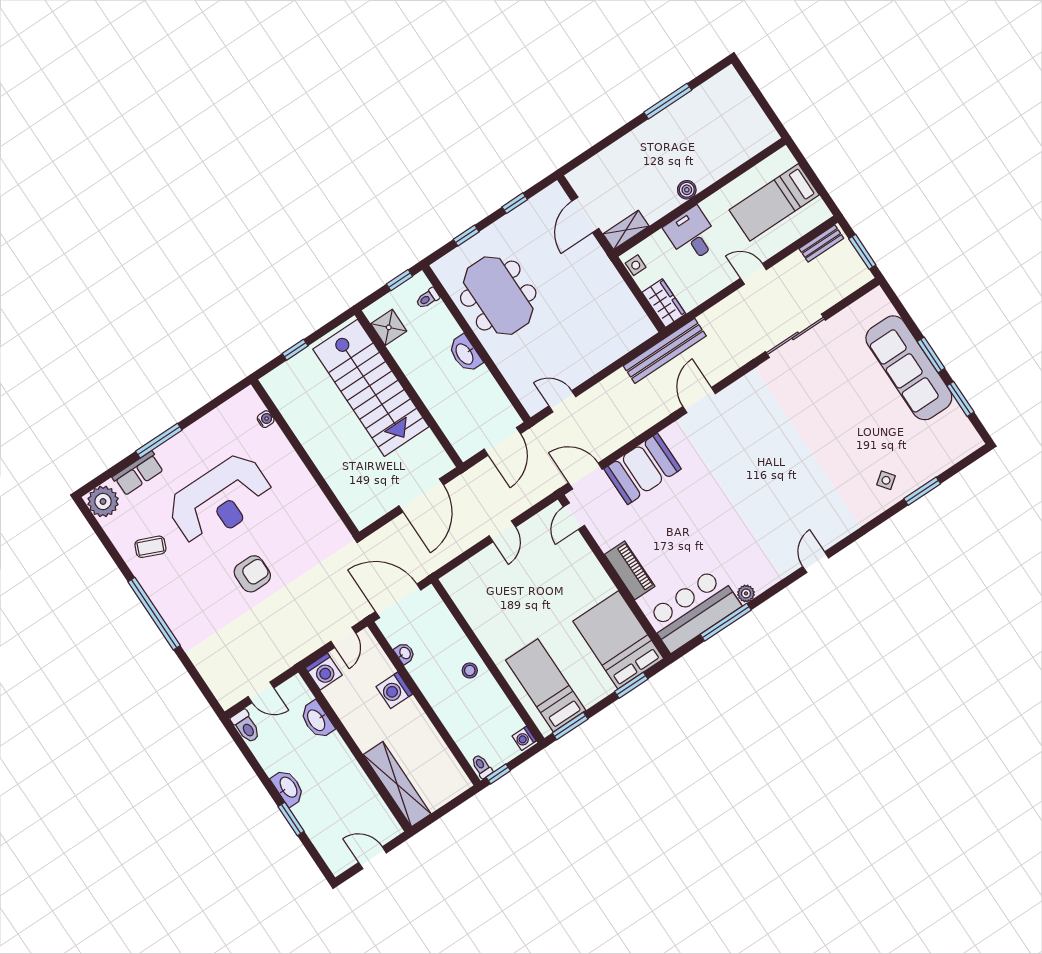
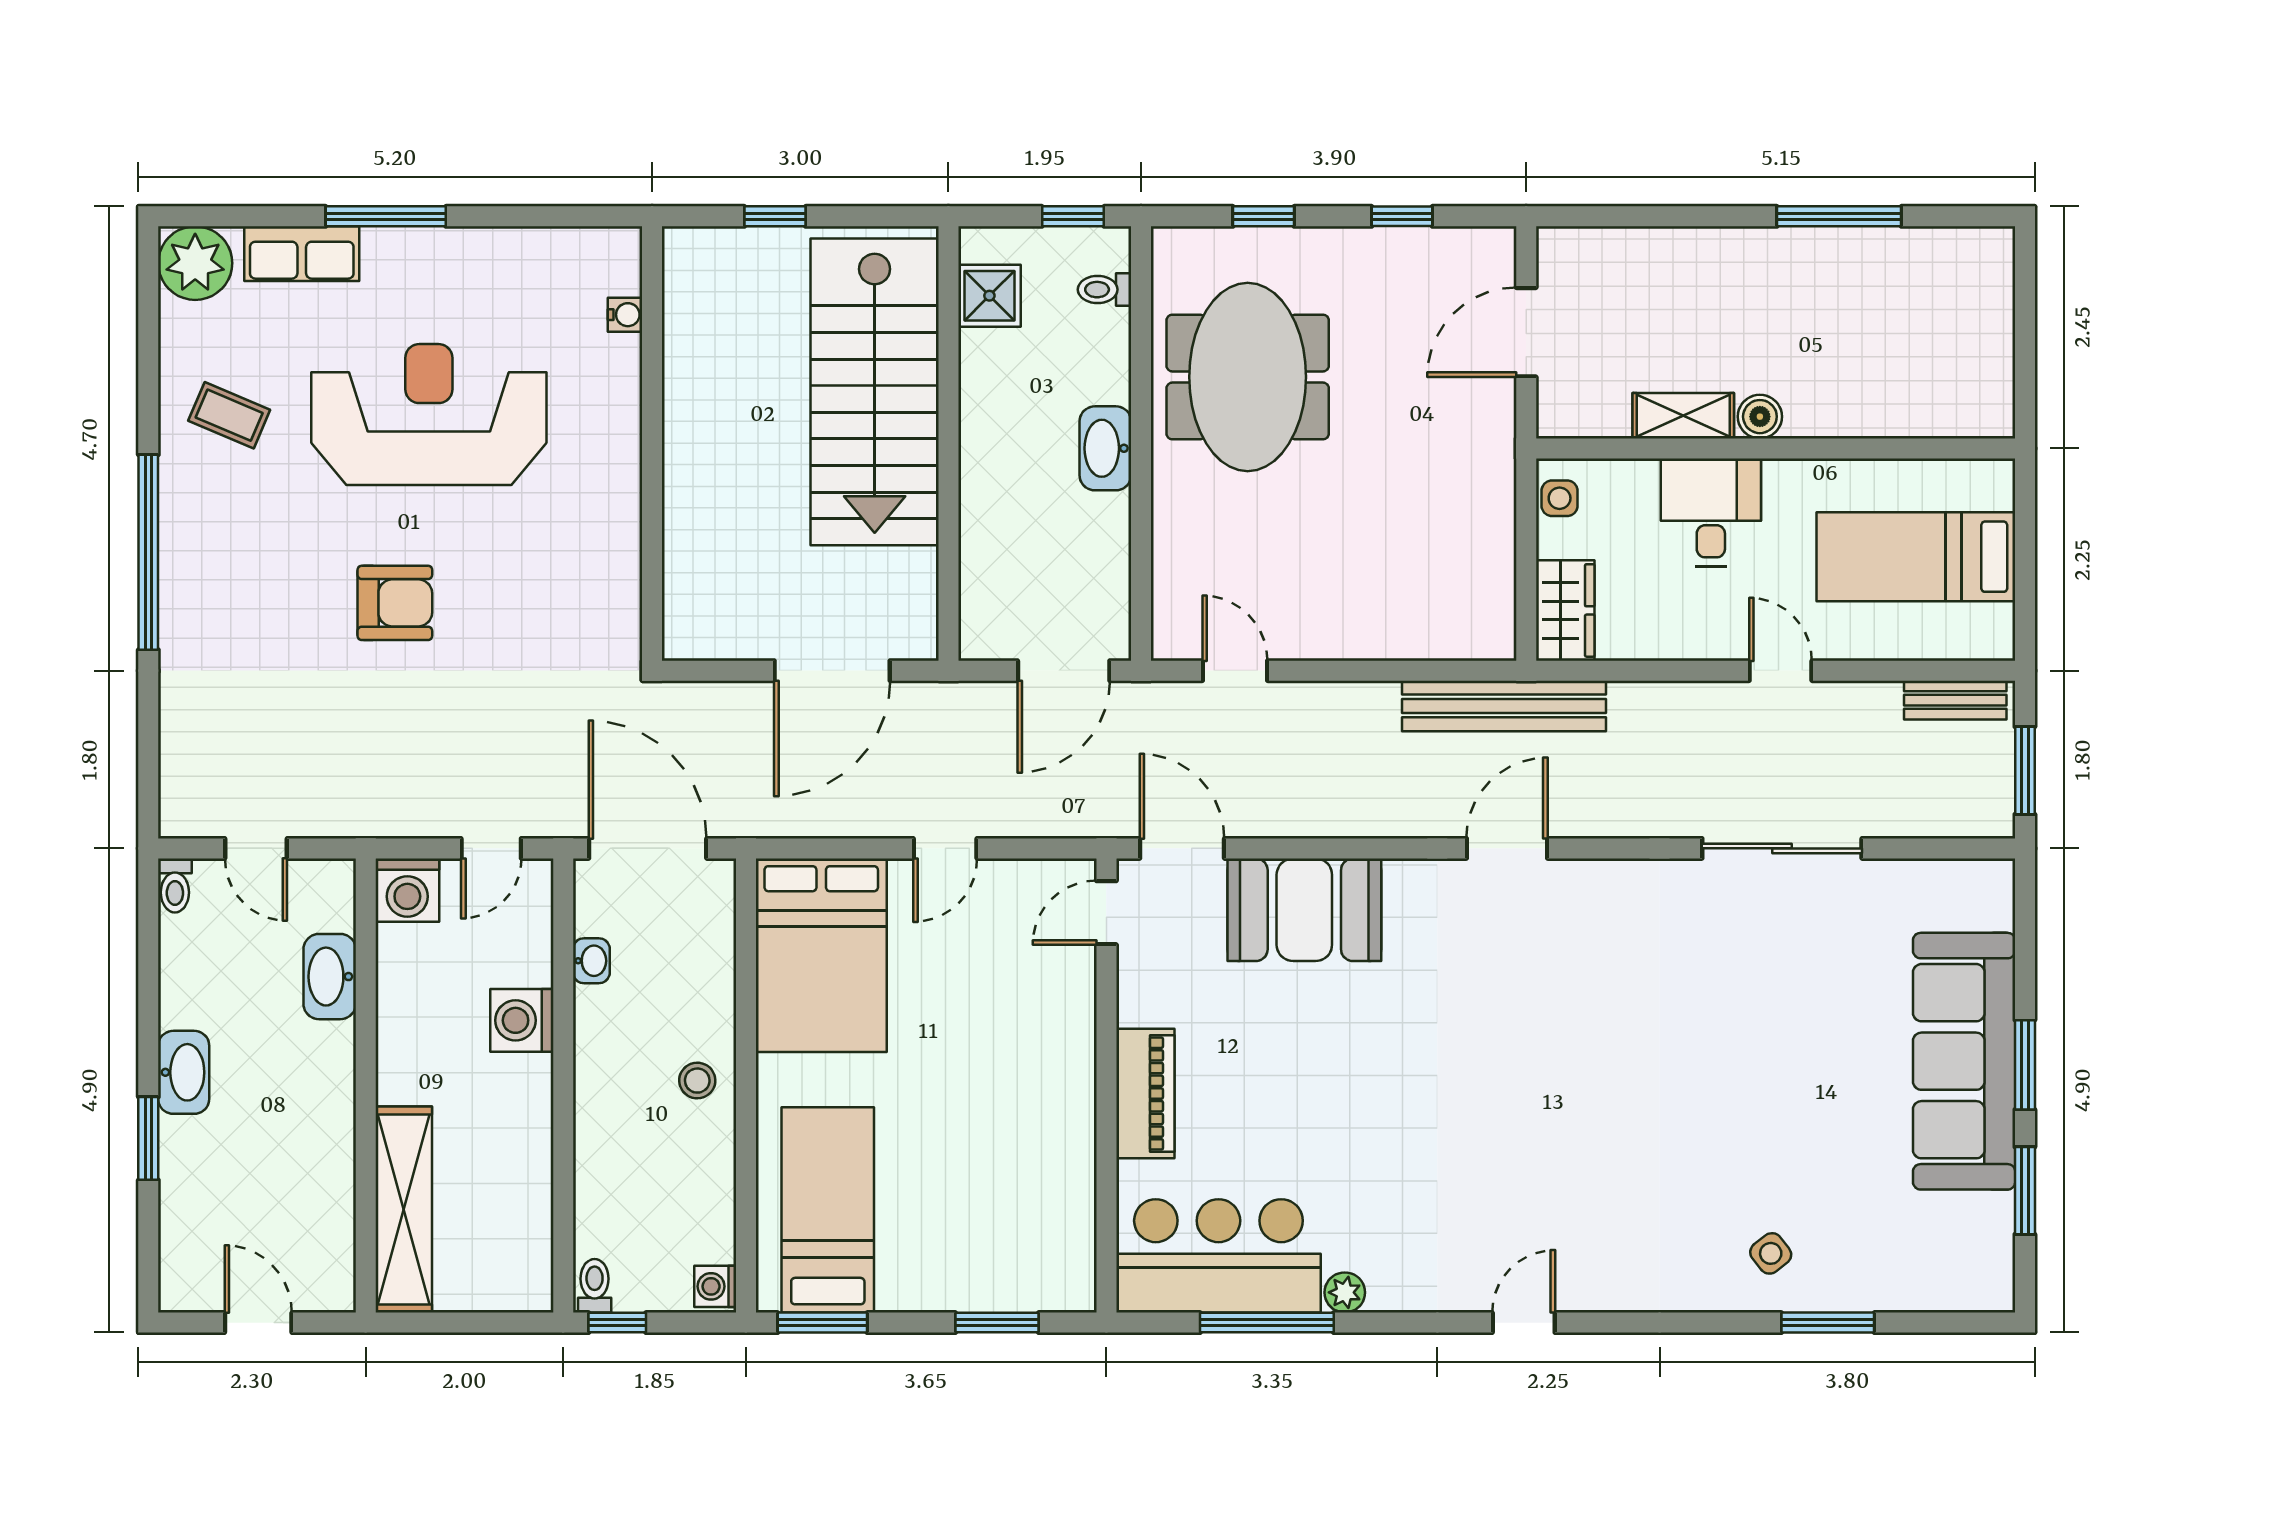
shelving: (626, 230) -> (1683, 416), moved
reception desk: (220, 500) -> (429, 415), turned 180
bed: (618, 640) -> (821, 955), moved, turned 180
toilet: (246, 726) -> (175, 885), width x0.73, depth x0.72

